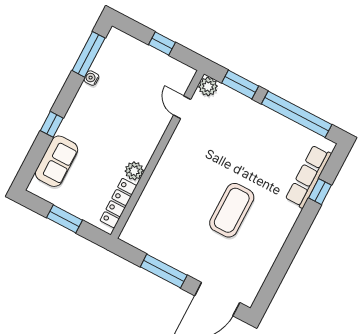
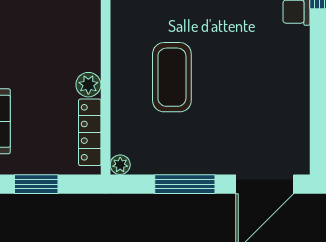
coffee table: (232, 210) -> (172, 77), moved
plant: (127, 235) -> (120, 165), added

